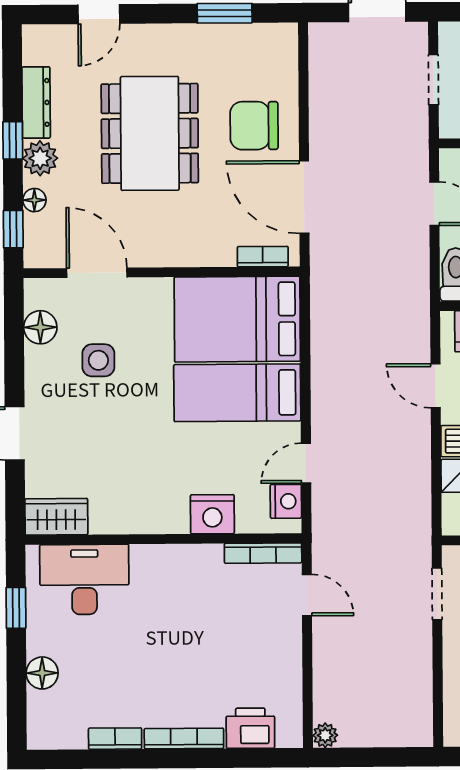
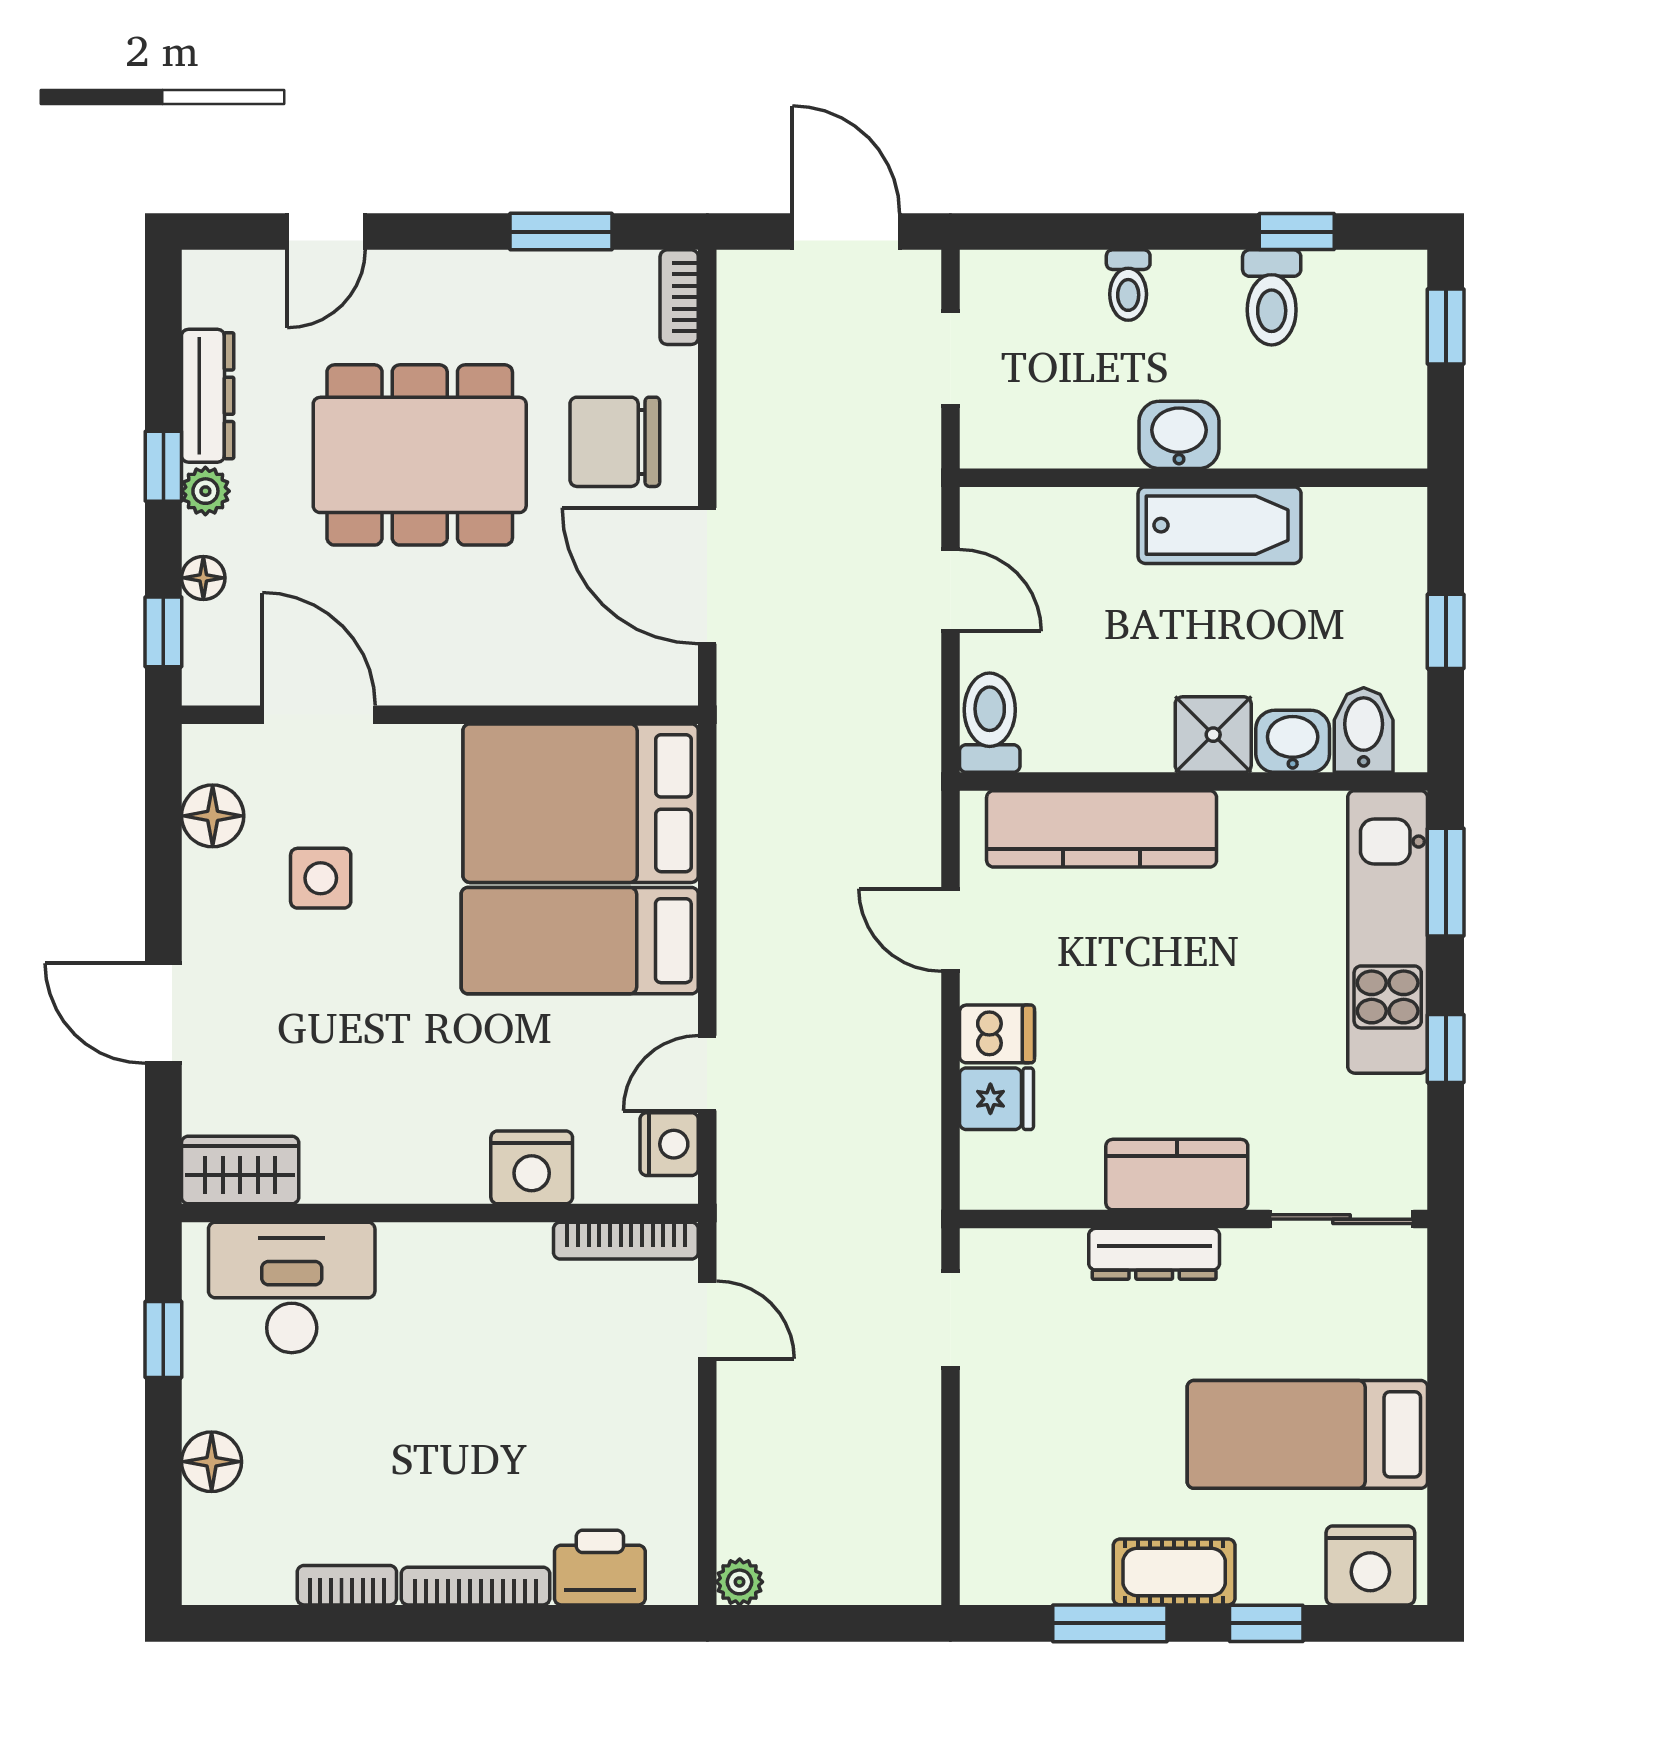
dining table: (150, 133) -> (420, 455), turned 90
plant: (40, 158) -> (205, 491), width x0.73, depth x0.73
bookcase: (263, 257) -> (679, 297), moved, turned -90

